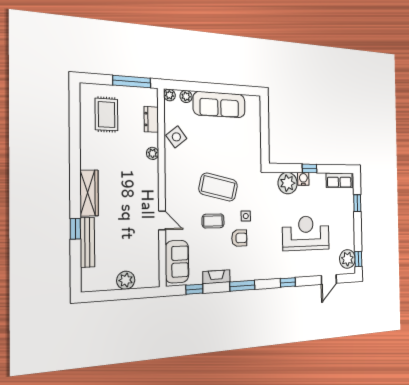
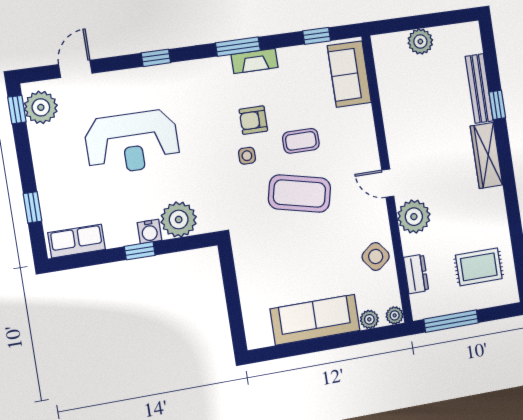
rug: (106, 115) -> (479, 267), turned 90
plant: (153, 153) -> (414, 217), width x1.88, depth x1.88
door: (162, 220) -> (388, 183), moved
fireplace: (216, 277) -> (255, 61), moved

